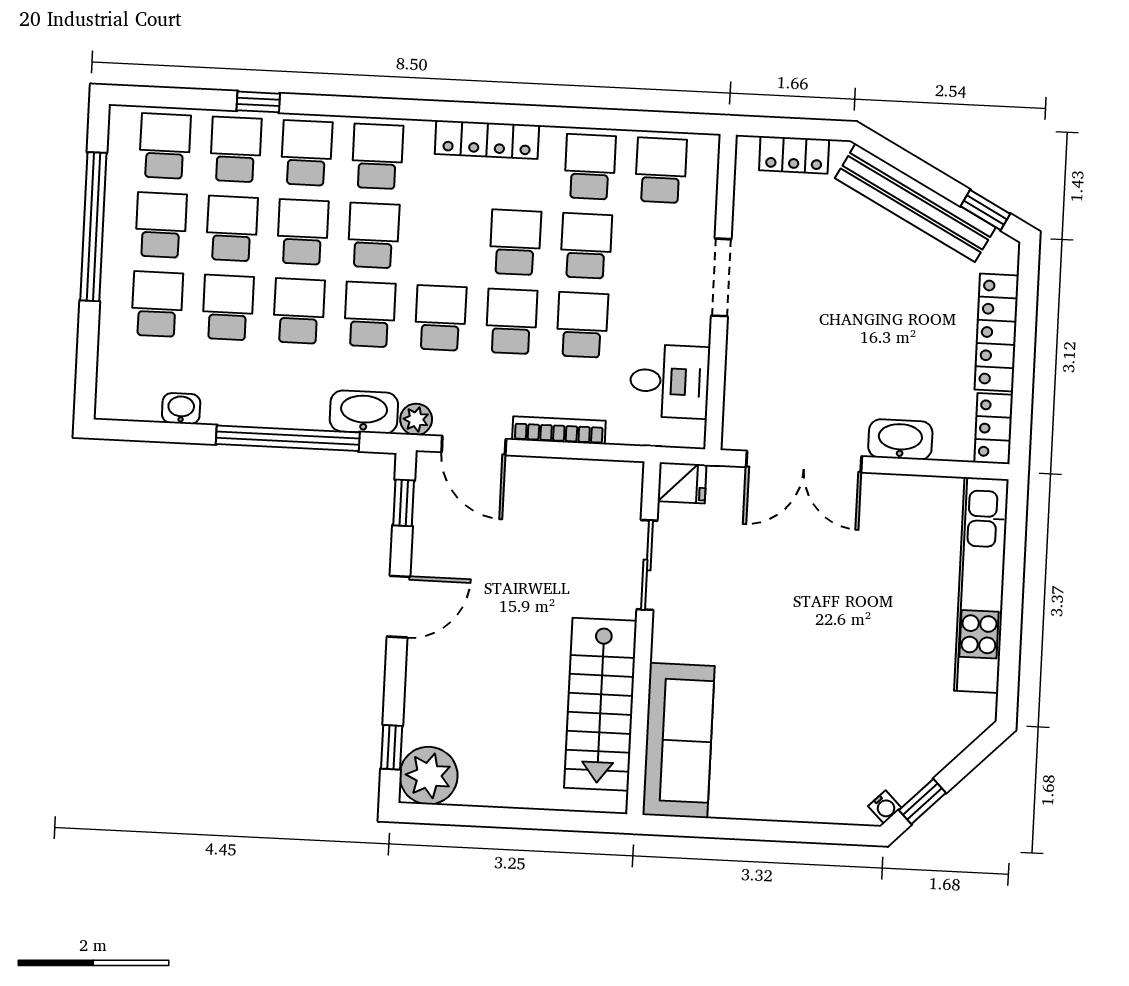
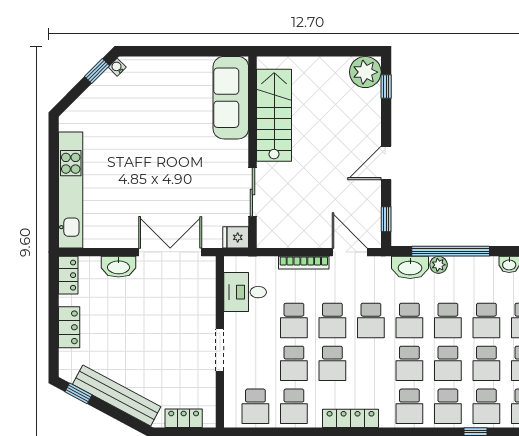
locker: (997, 332) -> (69, 327), width x0.66
plant: (416, 419) -> (439, 265), moved

